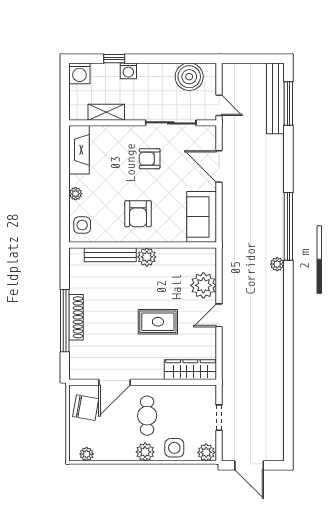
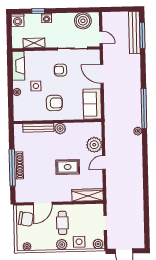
armchair: (138, 214) -> (54, 103), turned -90
side table: (82, 225) -> (36, 86), moved

